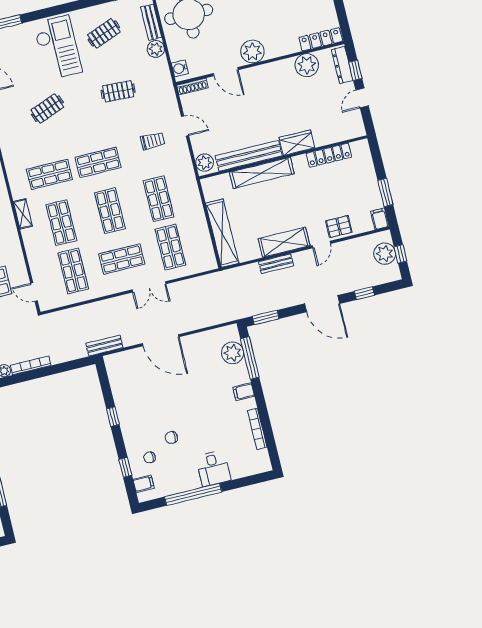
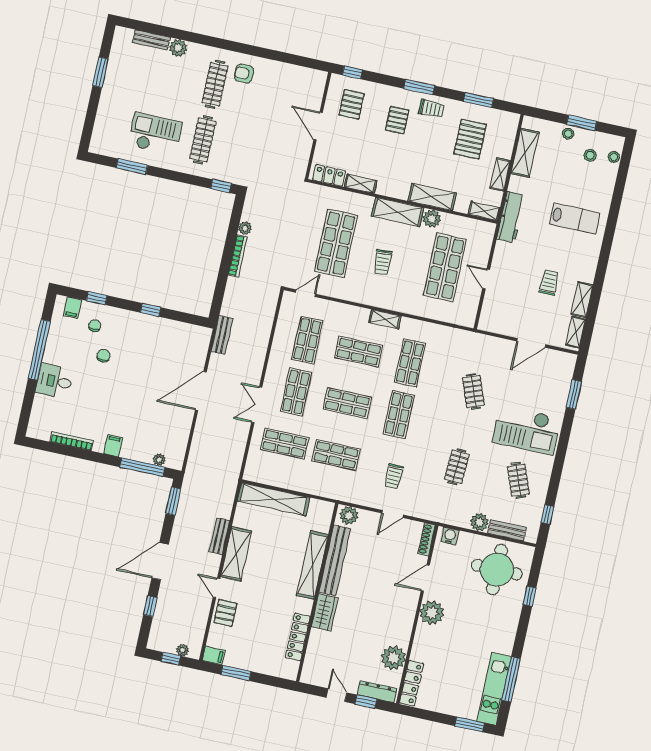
plant: (385, 254) -> (182, 650), width x0.53, depth x0.53
shop shelf: (73, 271) -> (307, 340), turned 90
plant: (233, 353) -> (159, 460), width x0.53, depth x0.53

